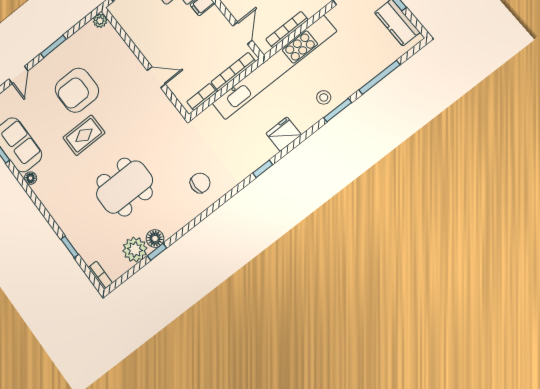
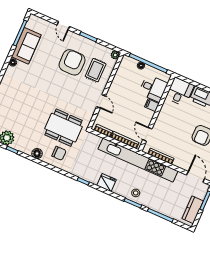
door: (242, 33) -> (147, 134), swing flipped
door: (18, 75) -> (63, 26), hinge flipped
armchair: (77, 90) -> (72, 62), turned 90
rug: (84, 135) -> (96, 70), moved, turned 90
dining table: (124, 187) -> (63, 128), moved
floor lamp: (155, 239) -> (37, 154), moved

